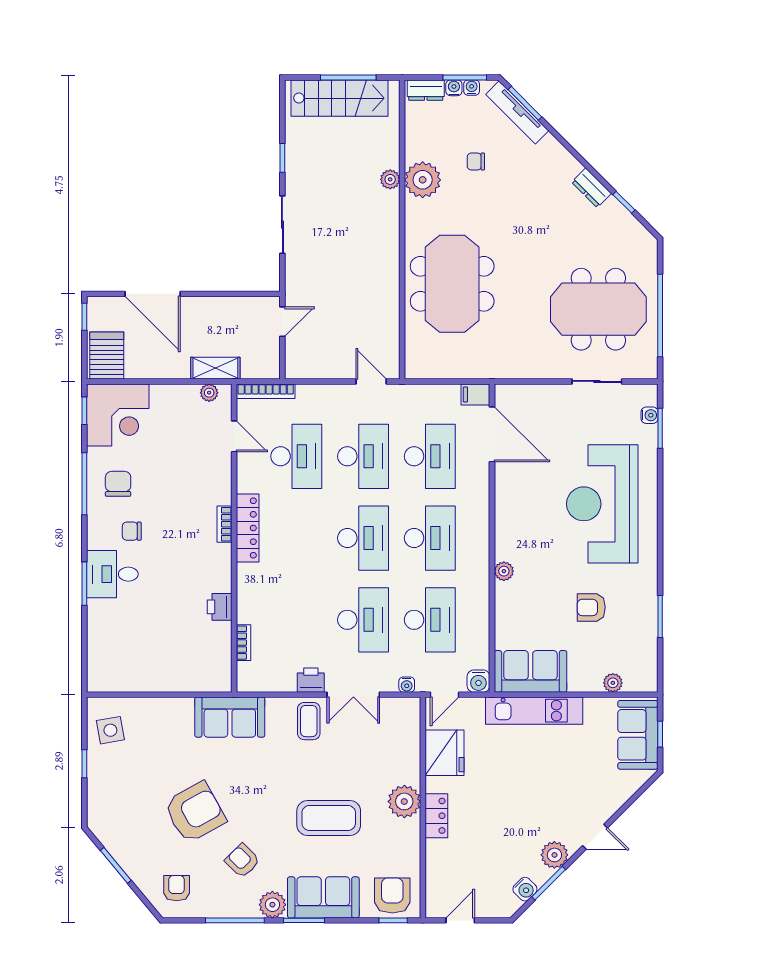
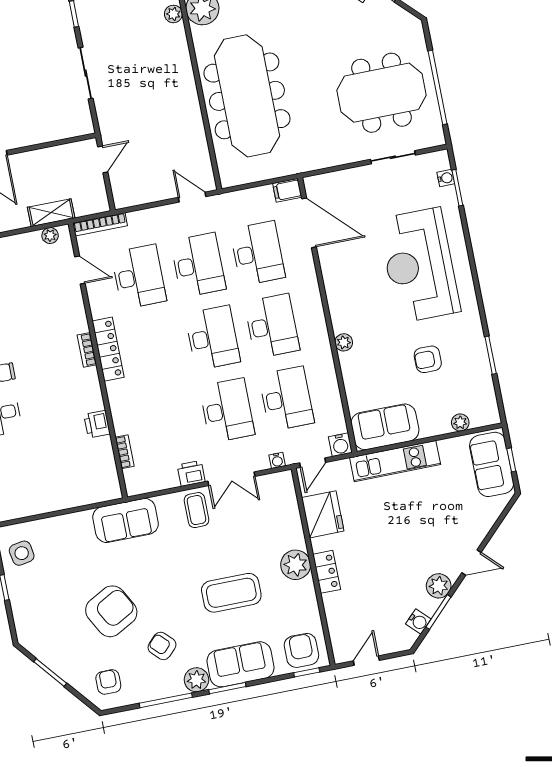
meeting table: (452, 284) -> (247, 96), width x1.36

